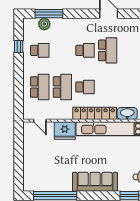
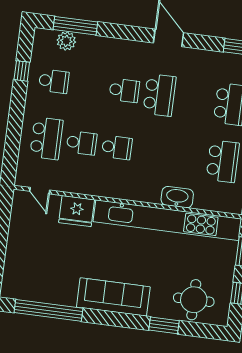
school desk: (62, 87) -> (82, 143), width x0.54
locker: (95, 113) -> (126, 190), removed

